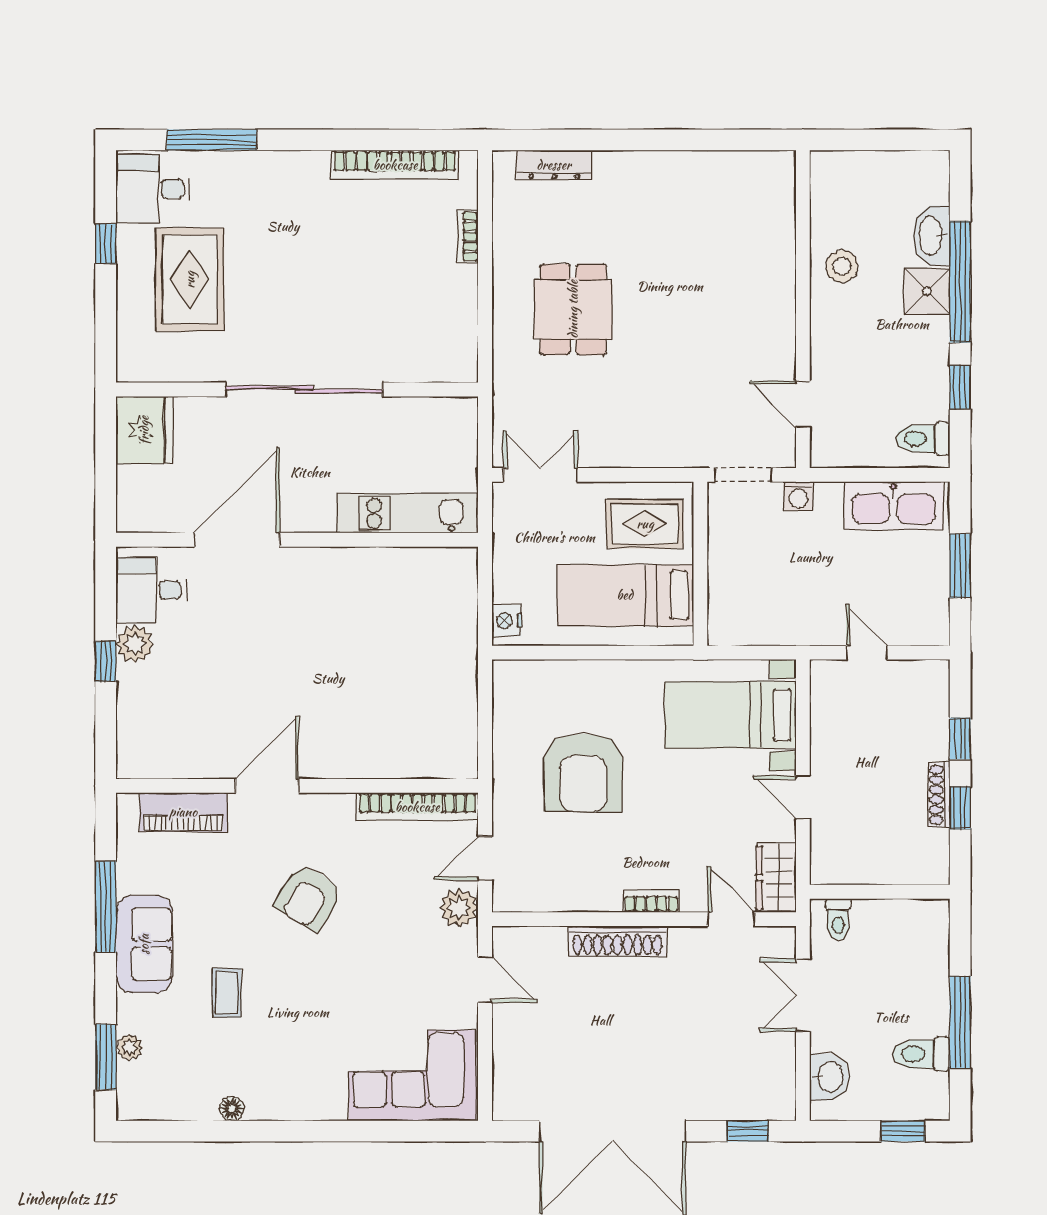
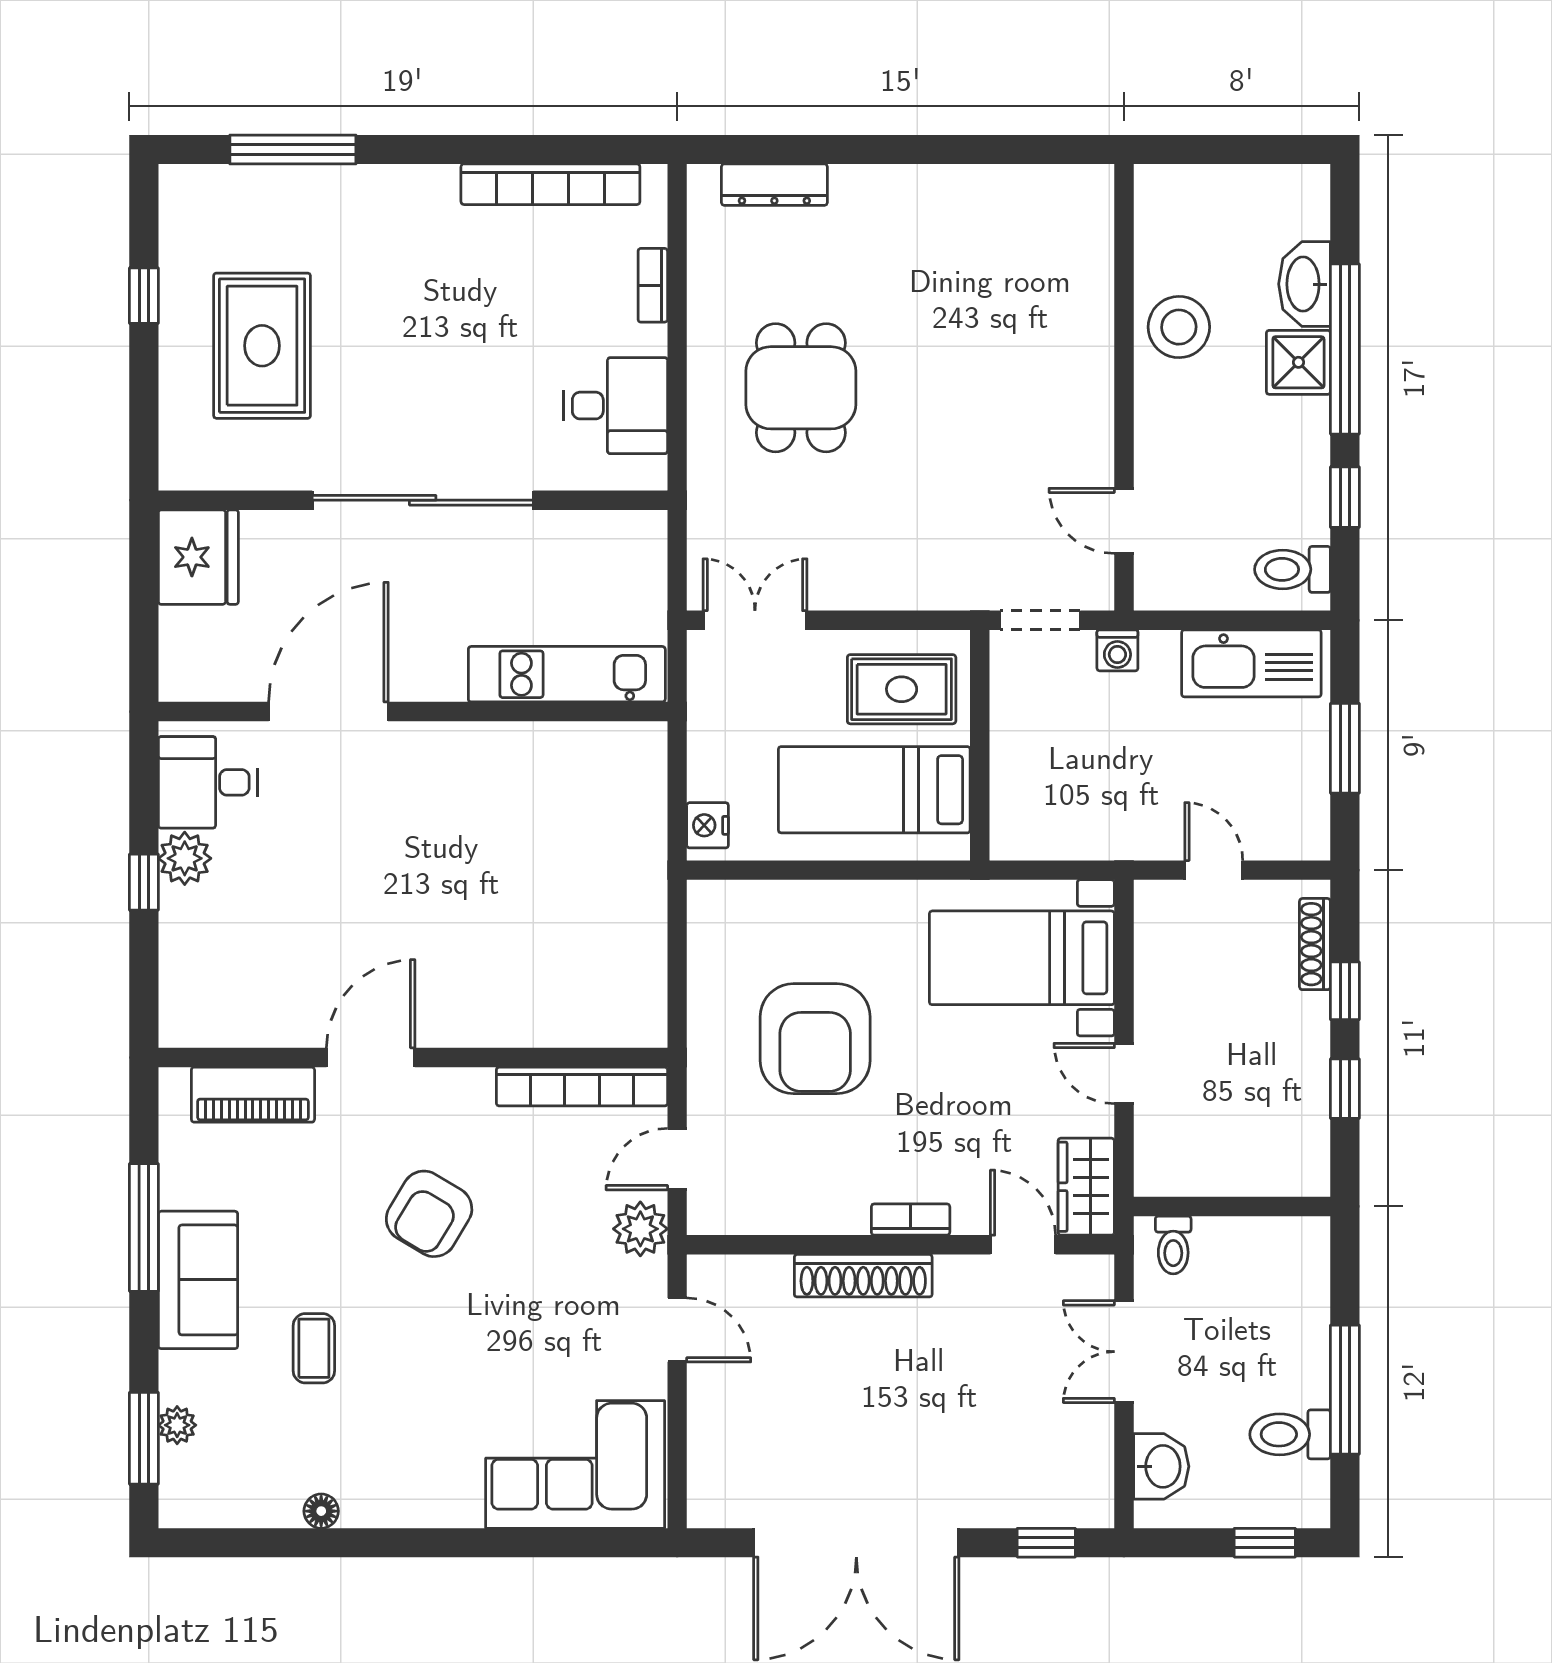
desk: (153, 189) -> (616, 406), moved, turned 180
stool: (842, 266) -> (1179, 327), width x1.38, depth x1.38
shoe rack: (939, 795) -> (1315, 944), moved

